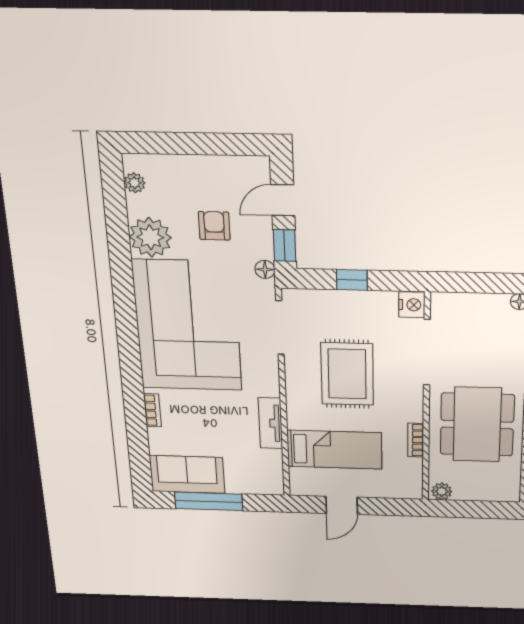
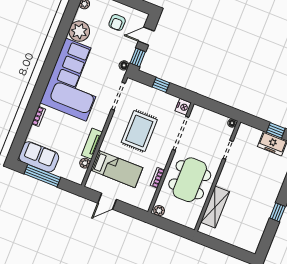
armchair: (214, 226) -> (117, 22), moved, turned 180
plant: (273, 459) -> (85, 163), added

